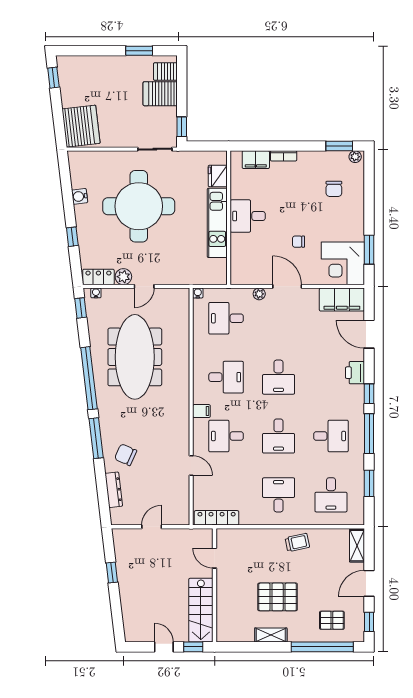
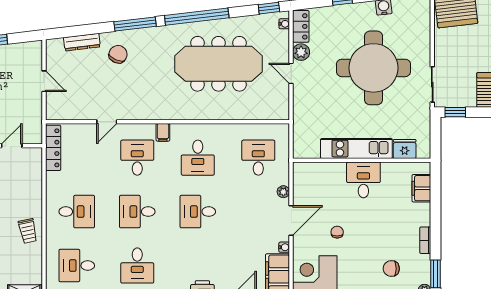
bookcase: (284, 156) -> (425, 240), moved
water cooler: (198, 293) -> (284, 247), moved

